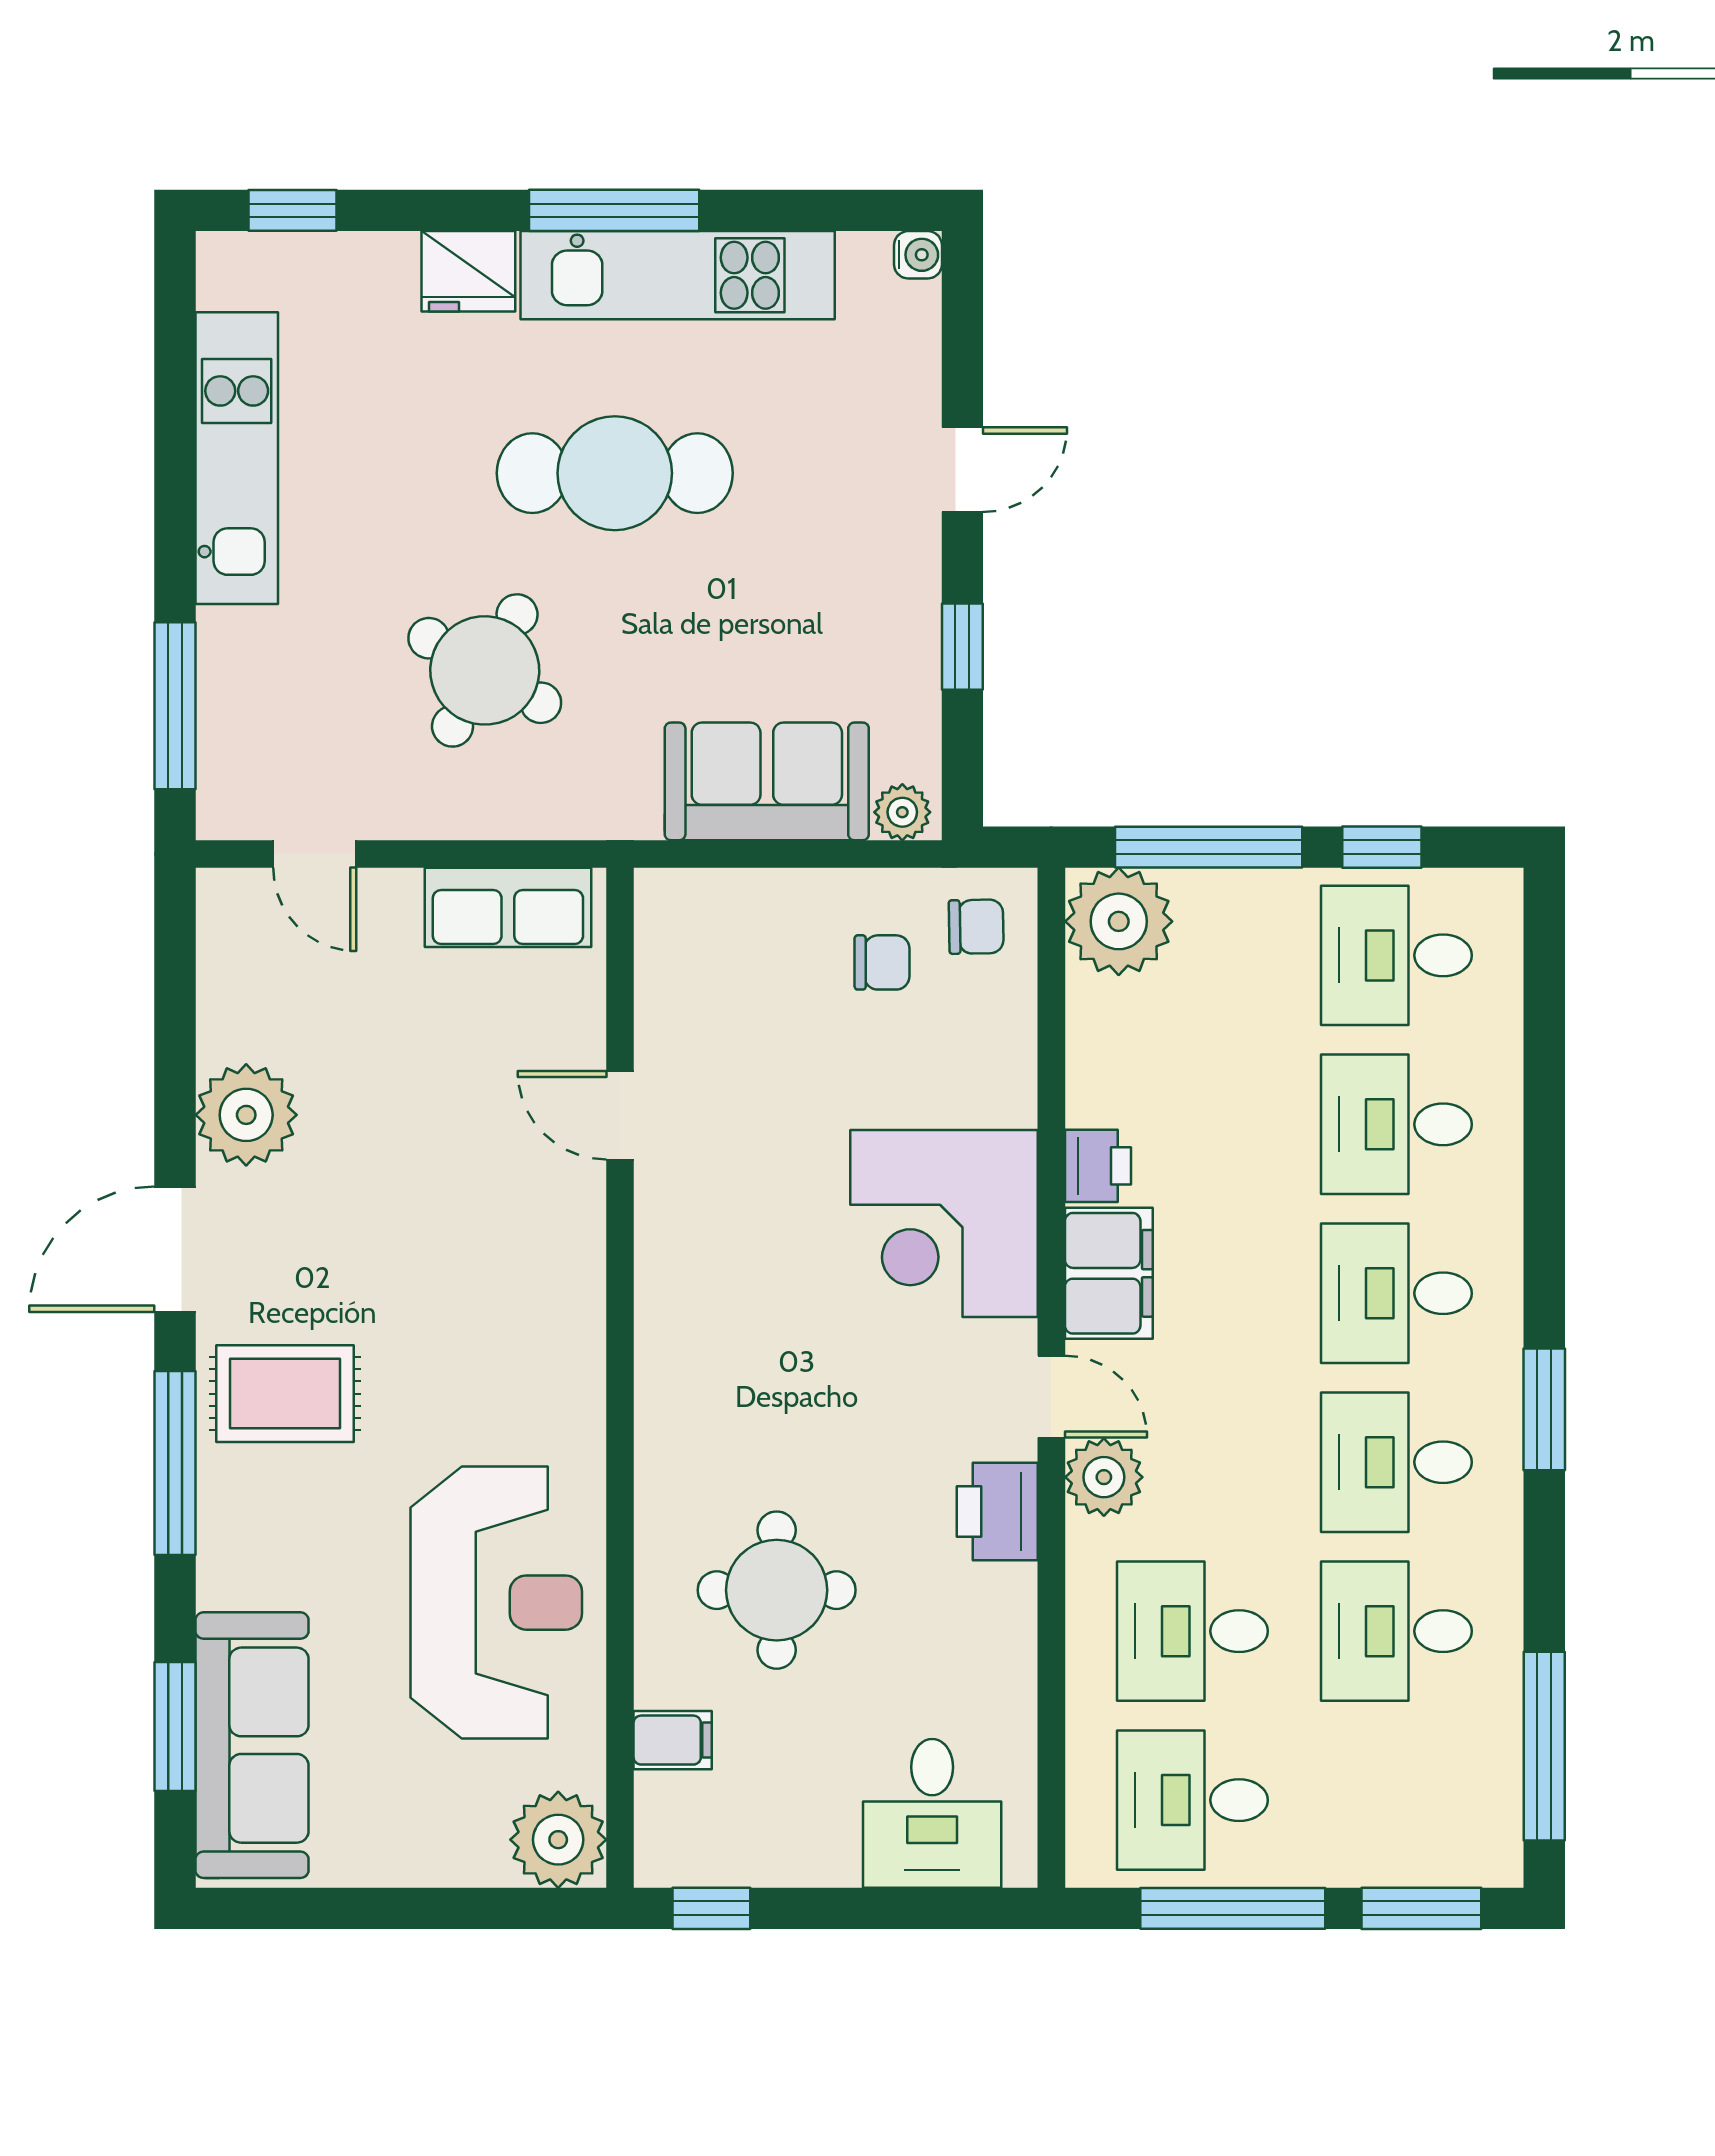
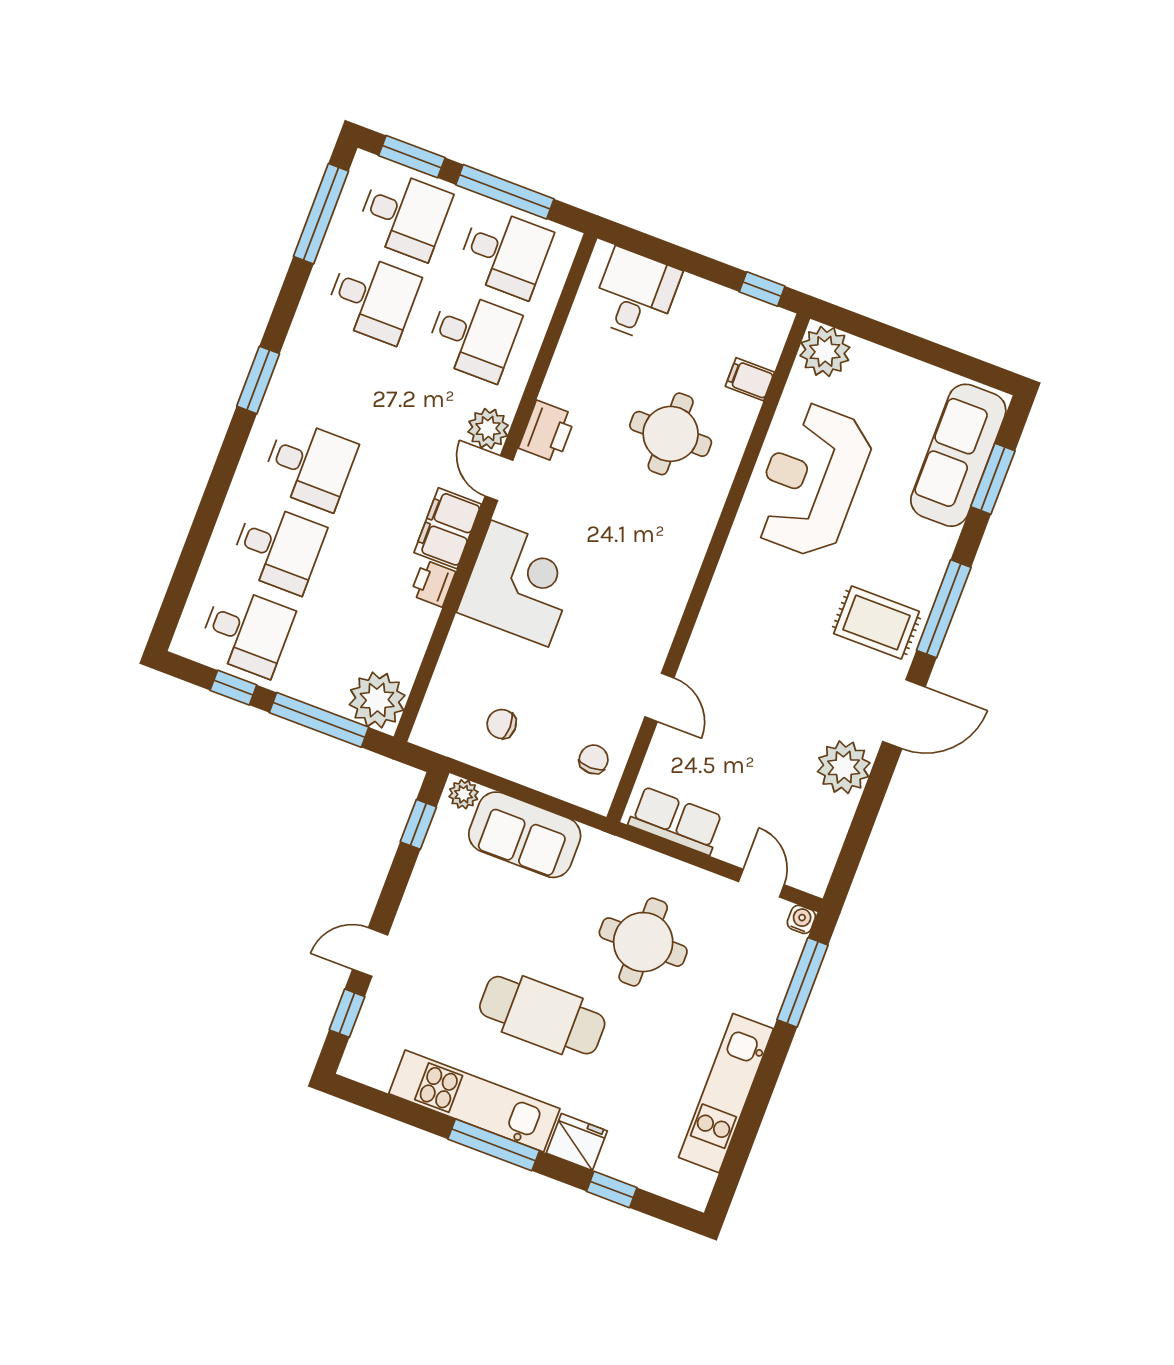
window: (292, 210) -> (612, 1190), moved
water cooler: (918, 255) -> (801, 919), moved, turned 90
window: (962, 346) -> (347, 1013), added
window: (962, 647) -> (418, 824), moved
round table: (485, 670) -> (643, 942), turned -30
chair: (976, 927) -> (594, 759), moved, turned 91
desk: (1396, 1462) -> (404, 215), moved

